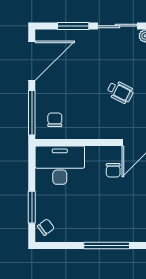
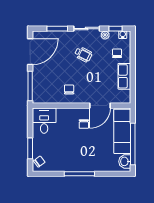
wheelchair: (120, 92) -> (83, 54), moved
chair: (55, 120) -> (69, 89), moved
desk: (60, 165) -> (44, 121), width x0.73

